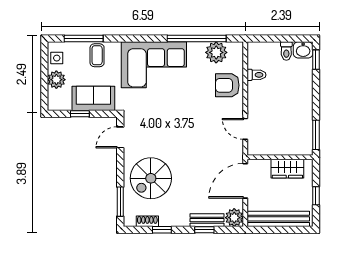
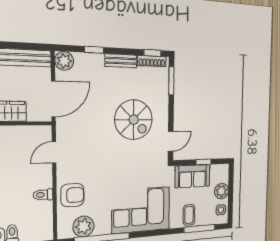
toilet: (256, 75) -> (43, 195), moved
door: (245, 129) -> (54, 152), swing flipped
spiral stairs: (151, 178) -> (134, 120), moved, turned 90
bench: (207, 220) -> (121, 61), moved
shoe rack: (147, 221) -> (152, 61), width x1.43
window: (162, 230) -> (153, 53), moved

